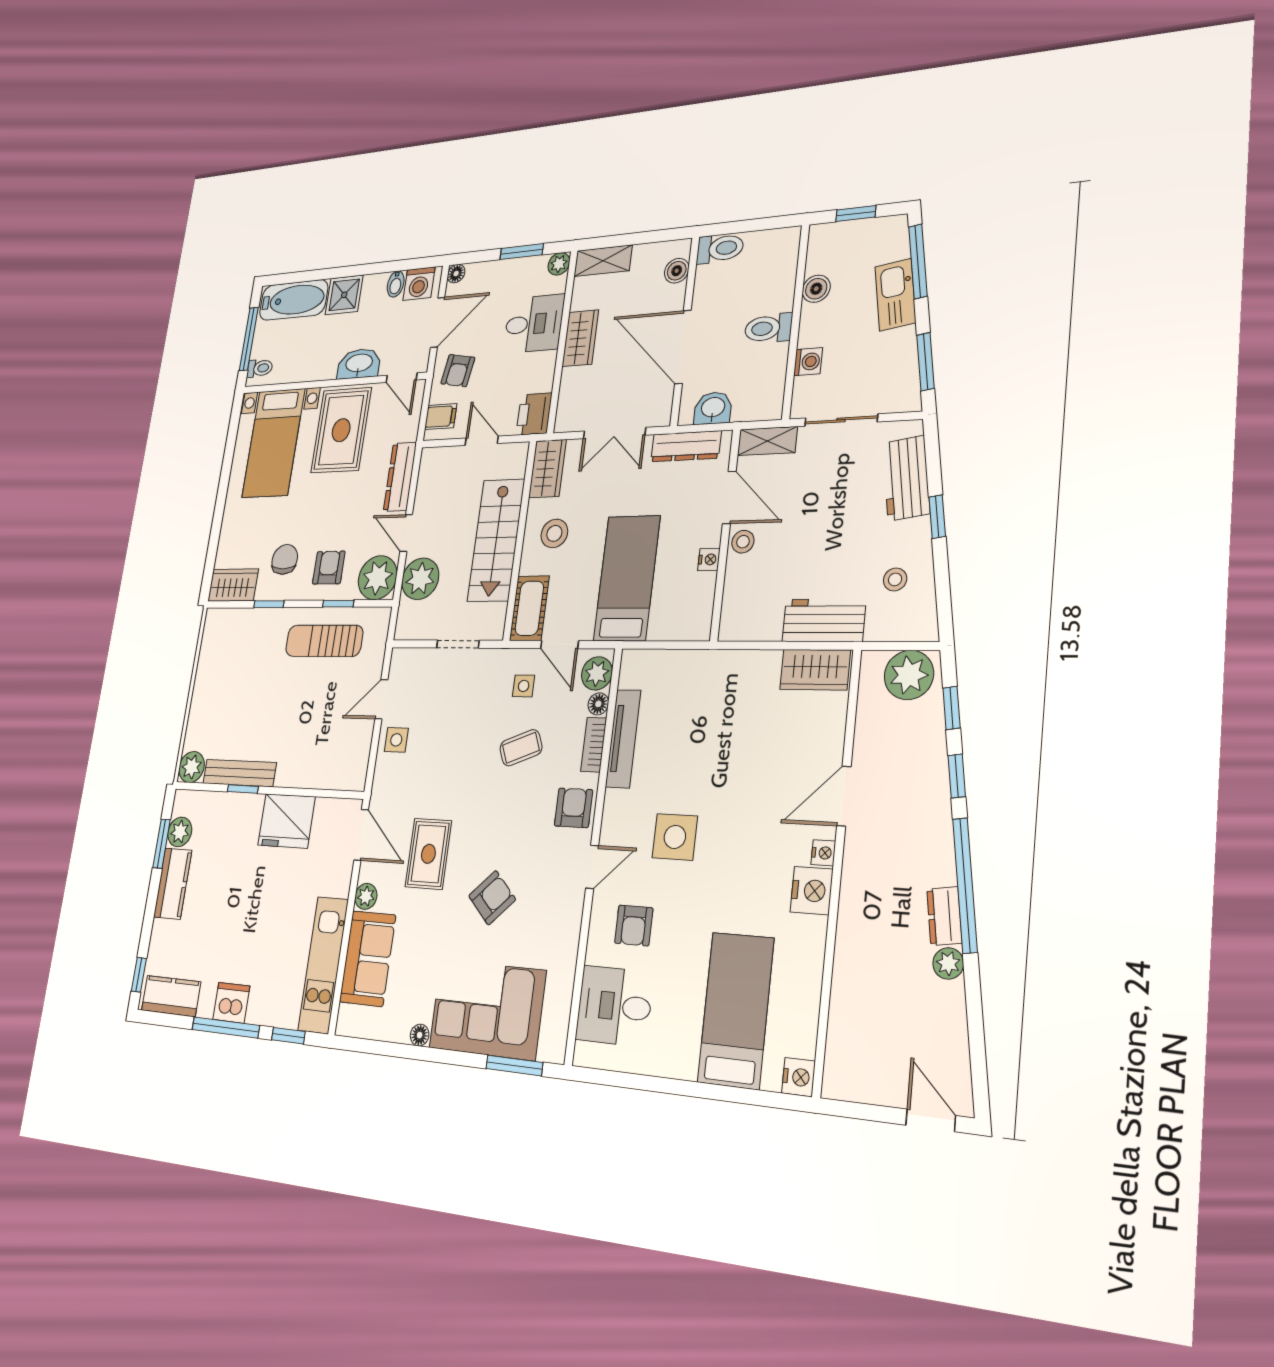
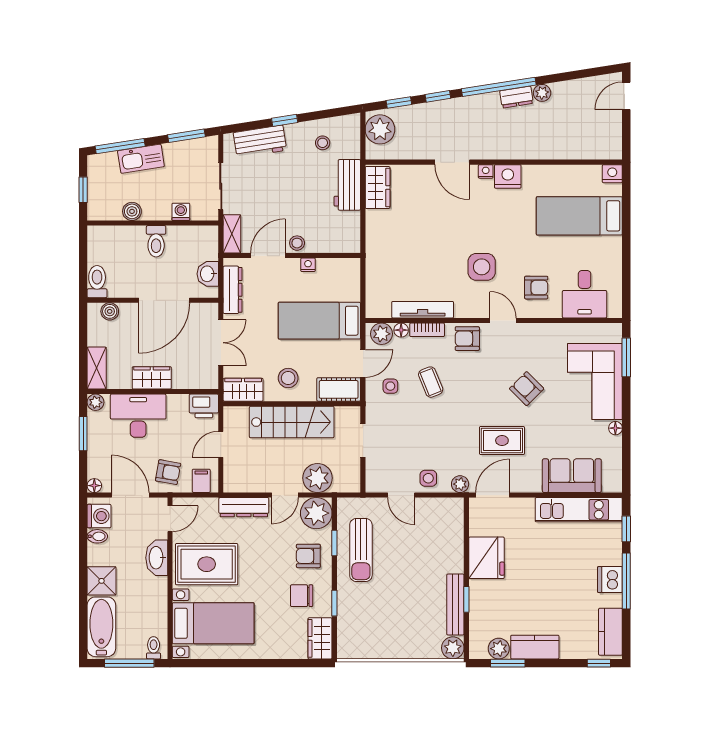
desk: (534, 324) -> (138, 416), width x1.37
plant: (366, 896) -> (460, 484), moved

